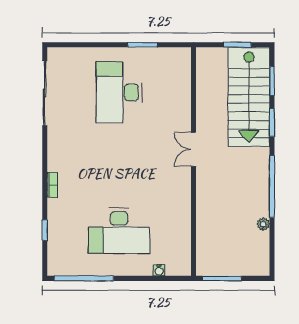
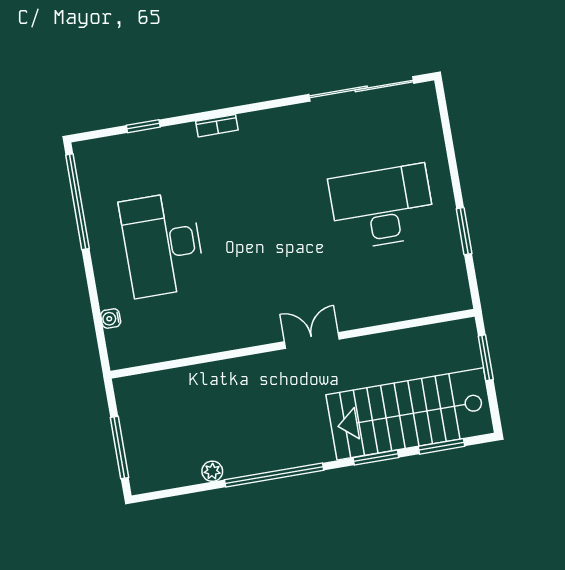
window: (237, 45) -> (486, 358), moved
window: (222, 278) -> (119, 448), moved

